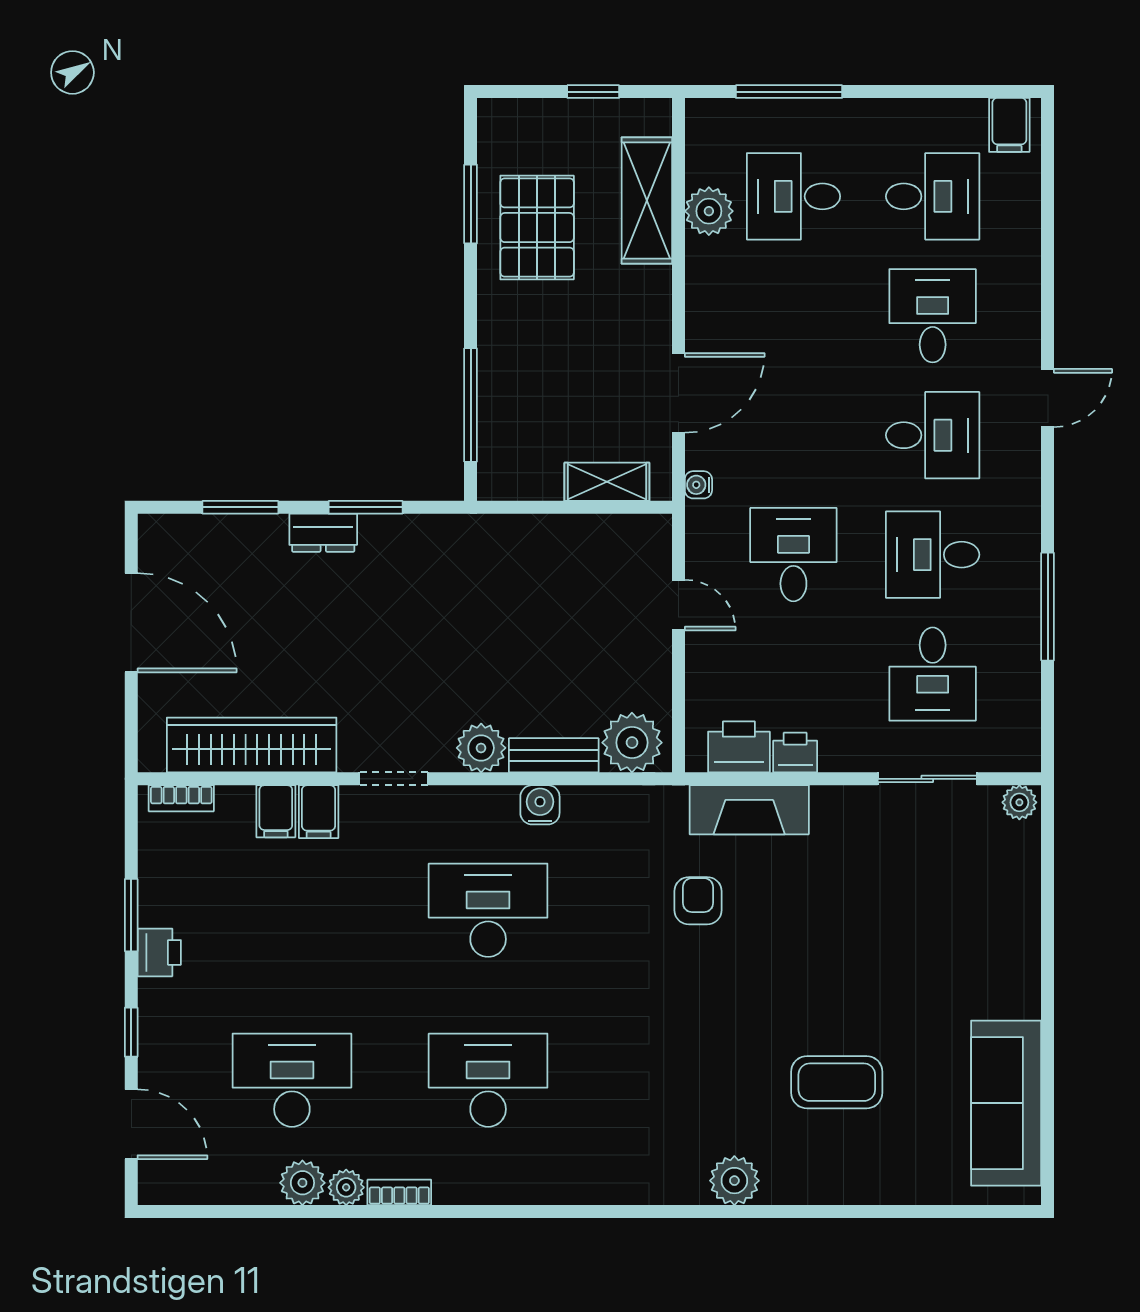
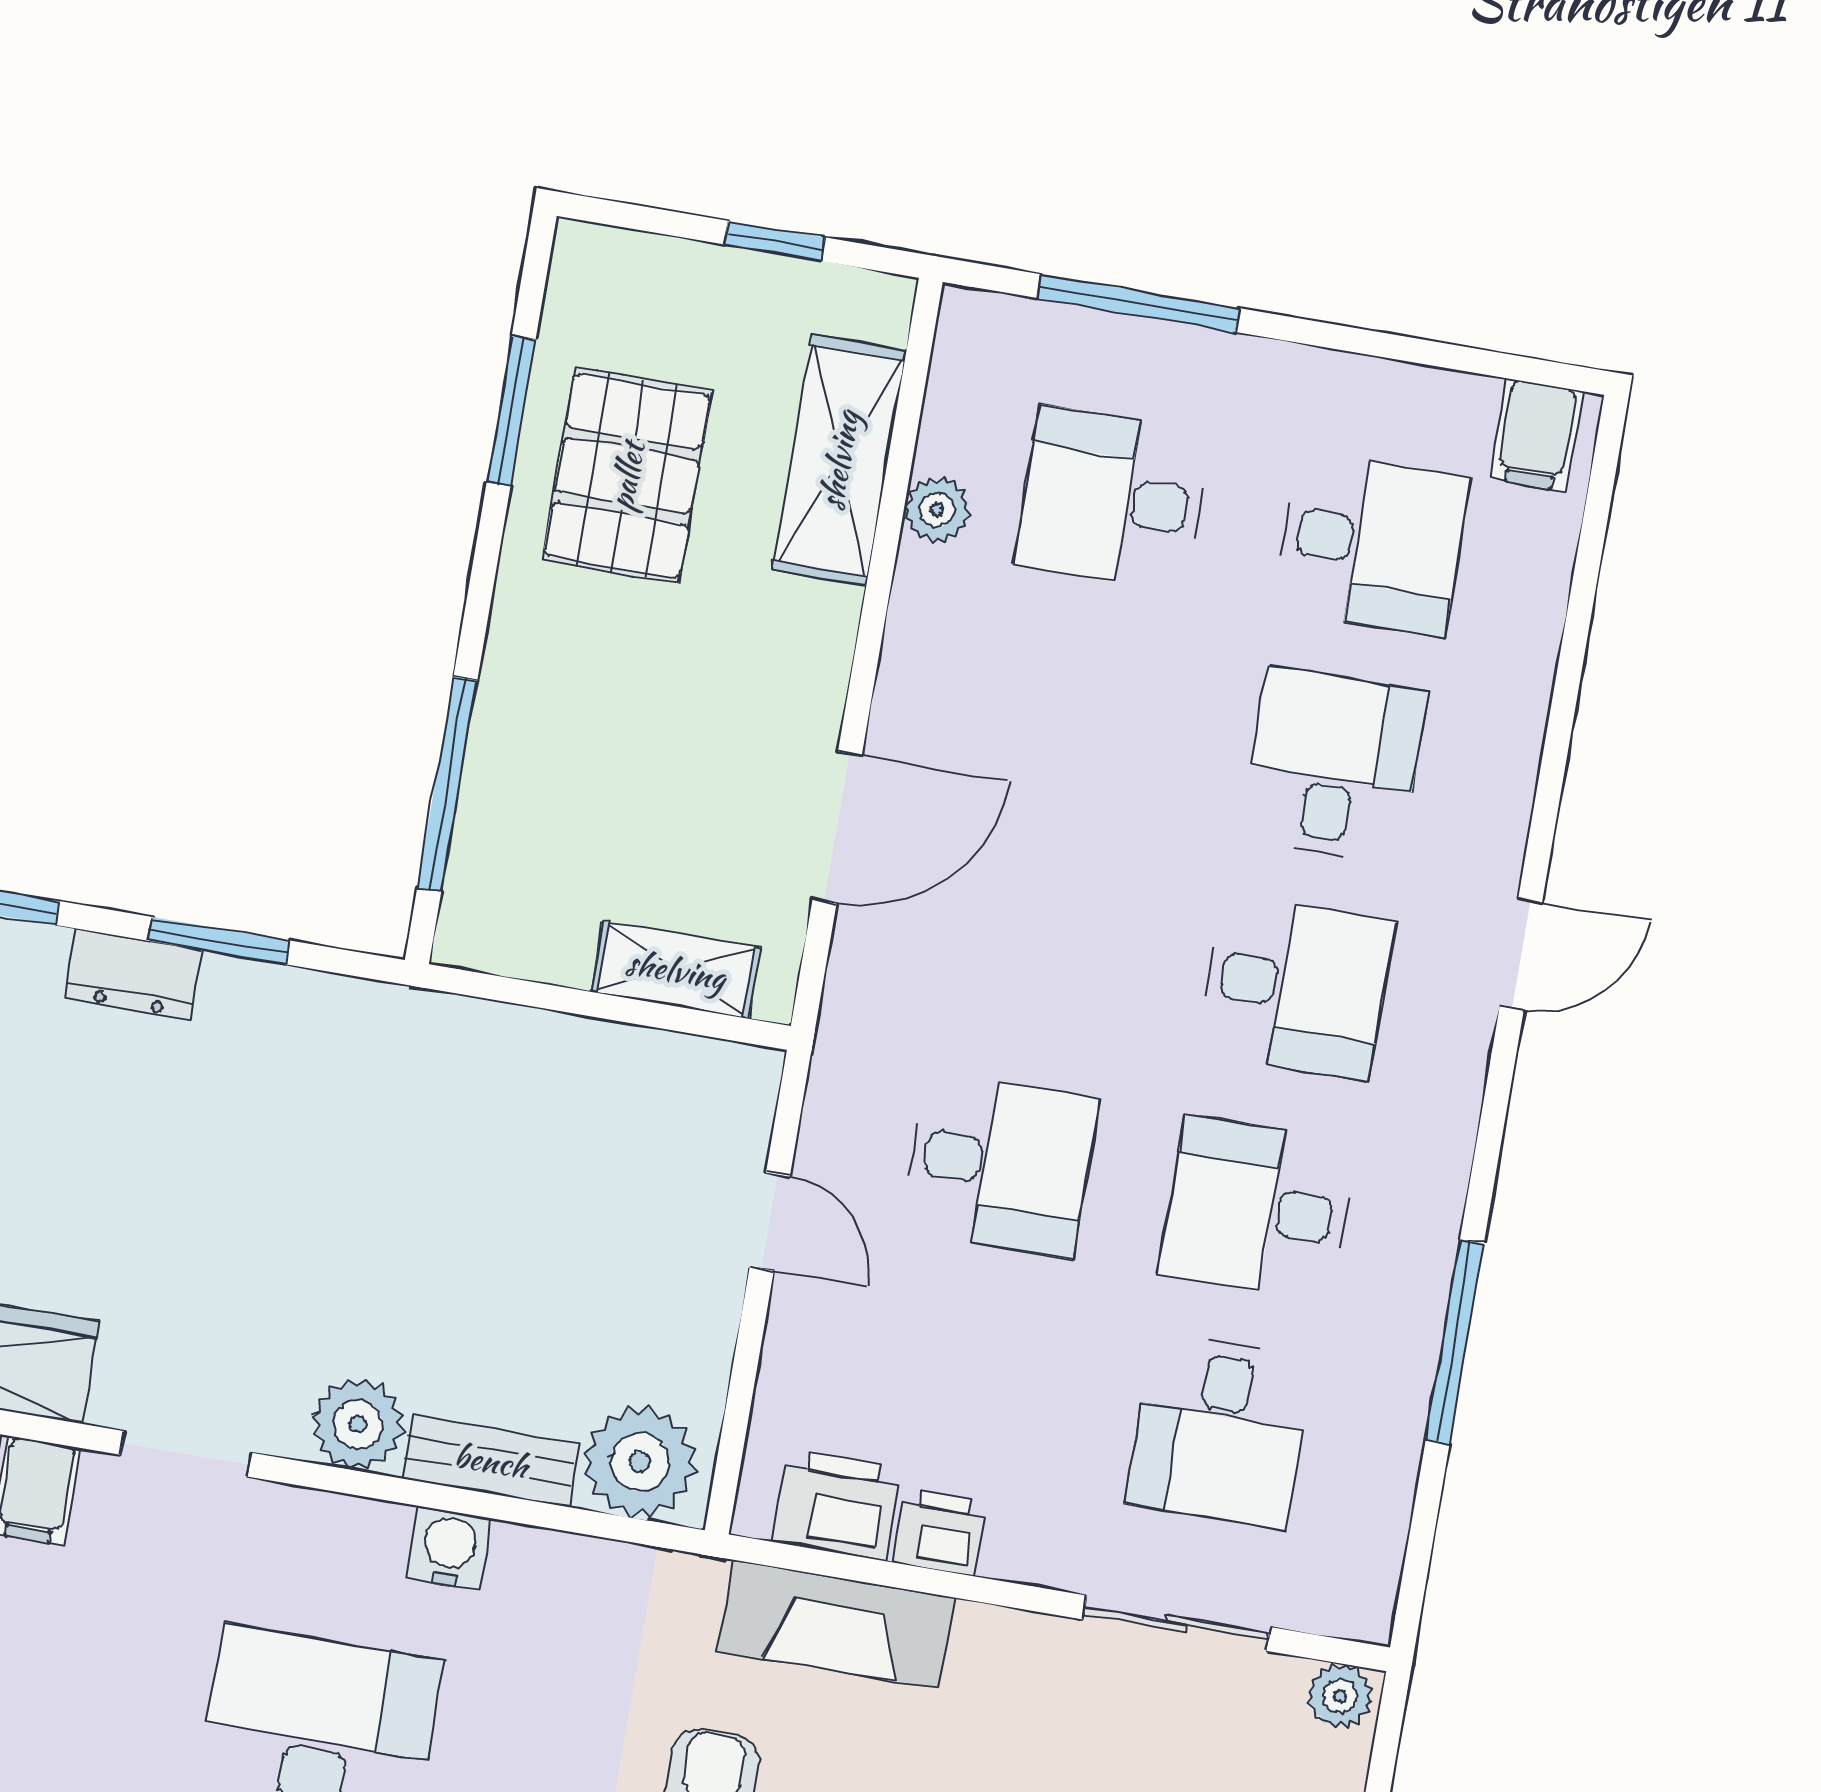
plant: (709, 211) -> (937, 510), width x0.73, depth x0.73
water cooler: (698, 485) -> (845, 1005), removed
desk: (793, 555) -> (999, 1164), turned 90

